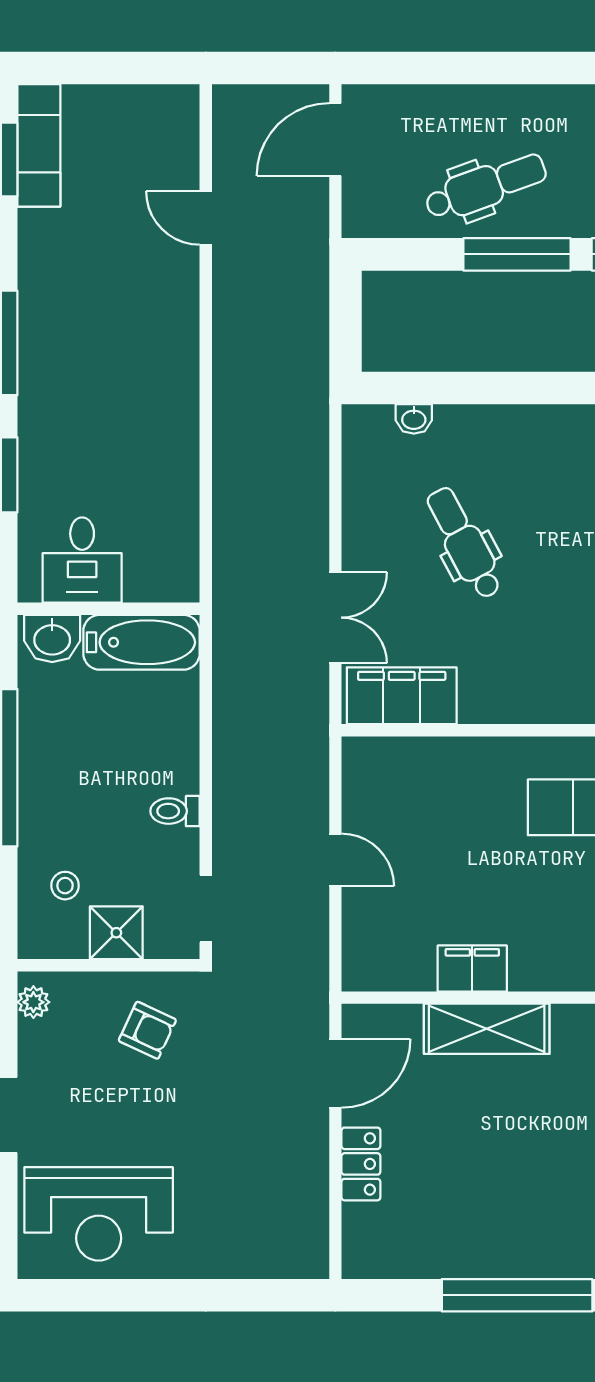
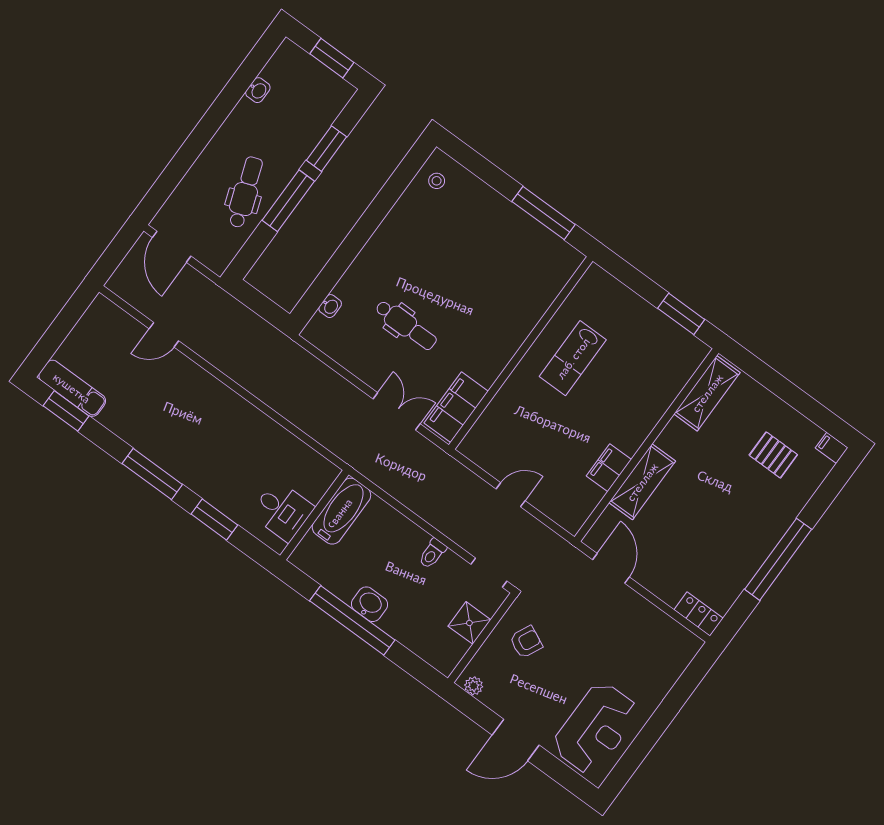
dental chair: (464, 543) -> (406, 325), turned -152
washbasin: (52, 638) -> (369, 604), moved, turned -90
stool: (65, 886) -> (430, 631), removed
locker: (361, 1164) -> (699, 614), moved

